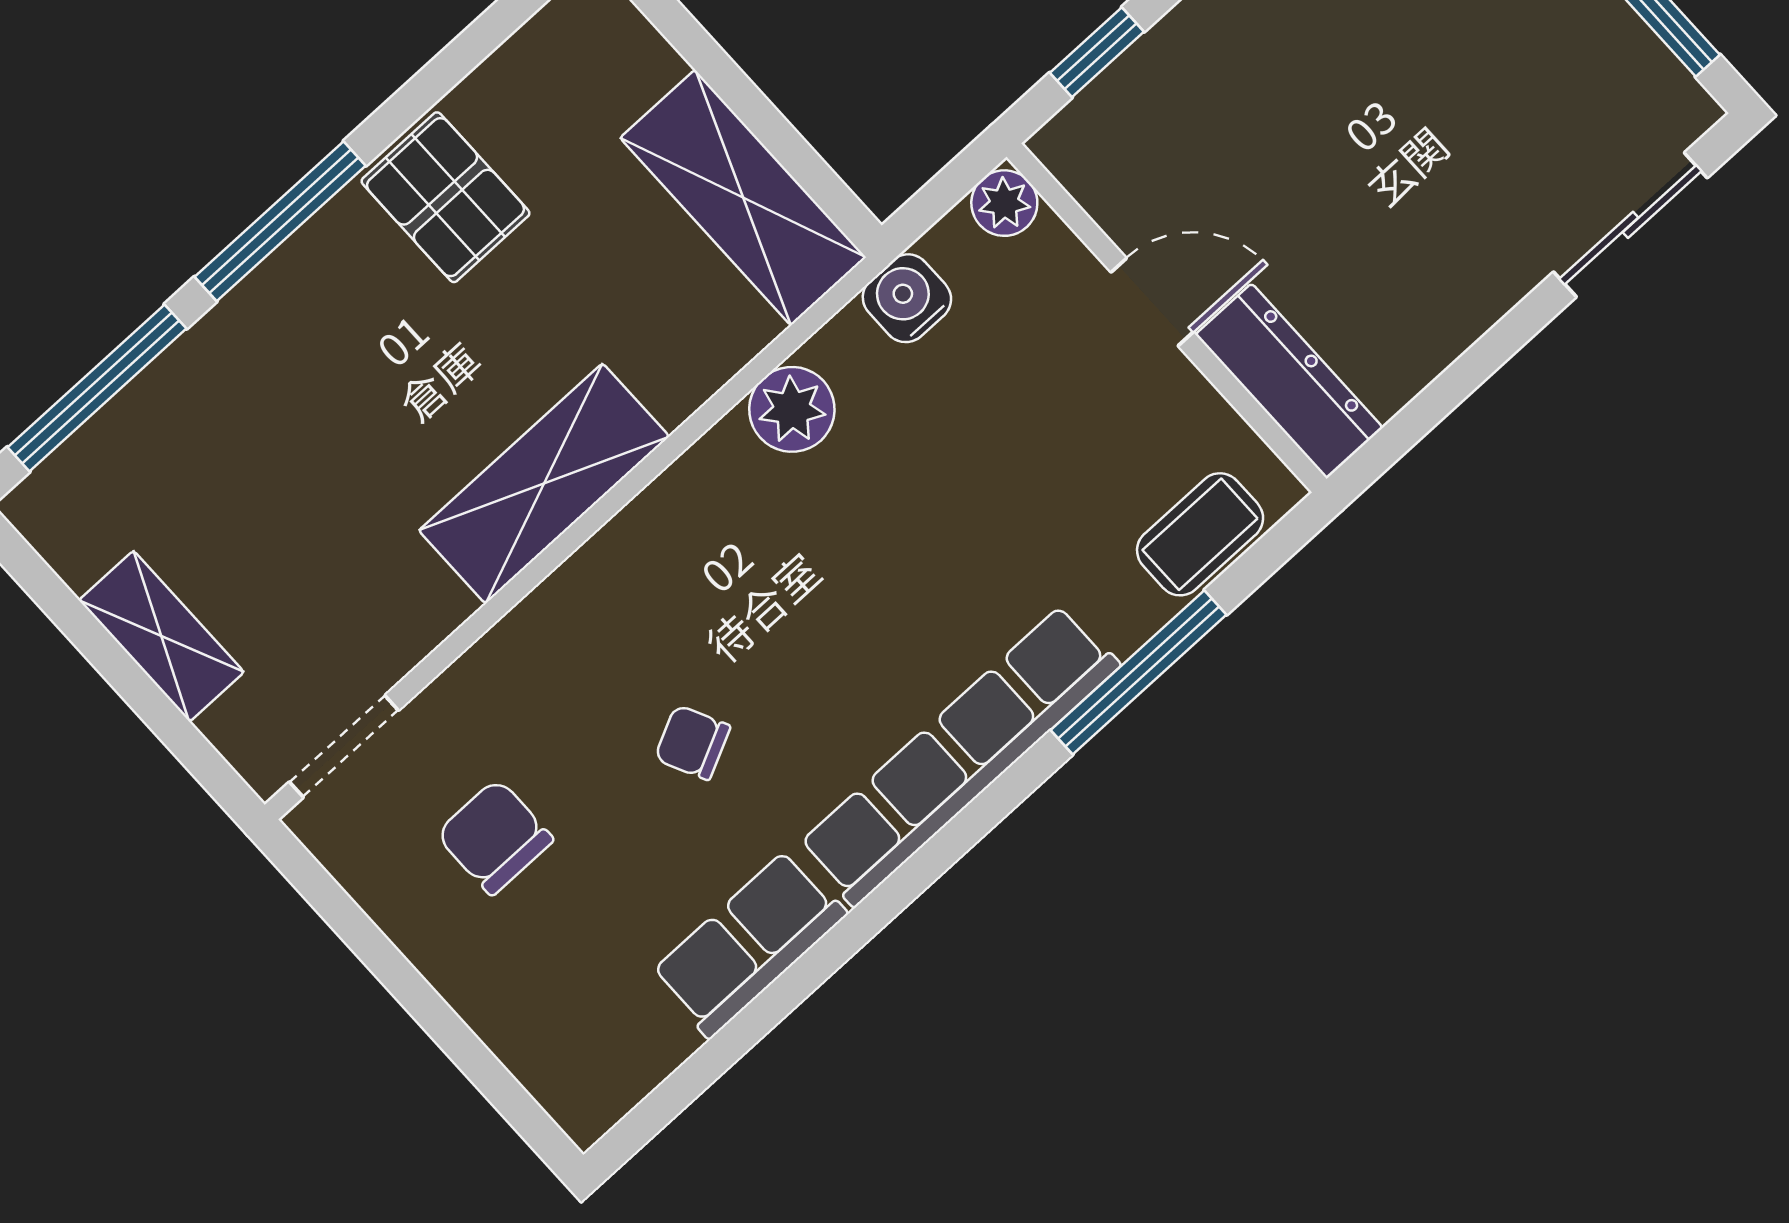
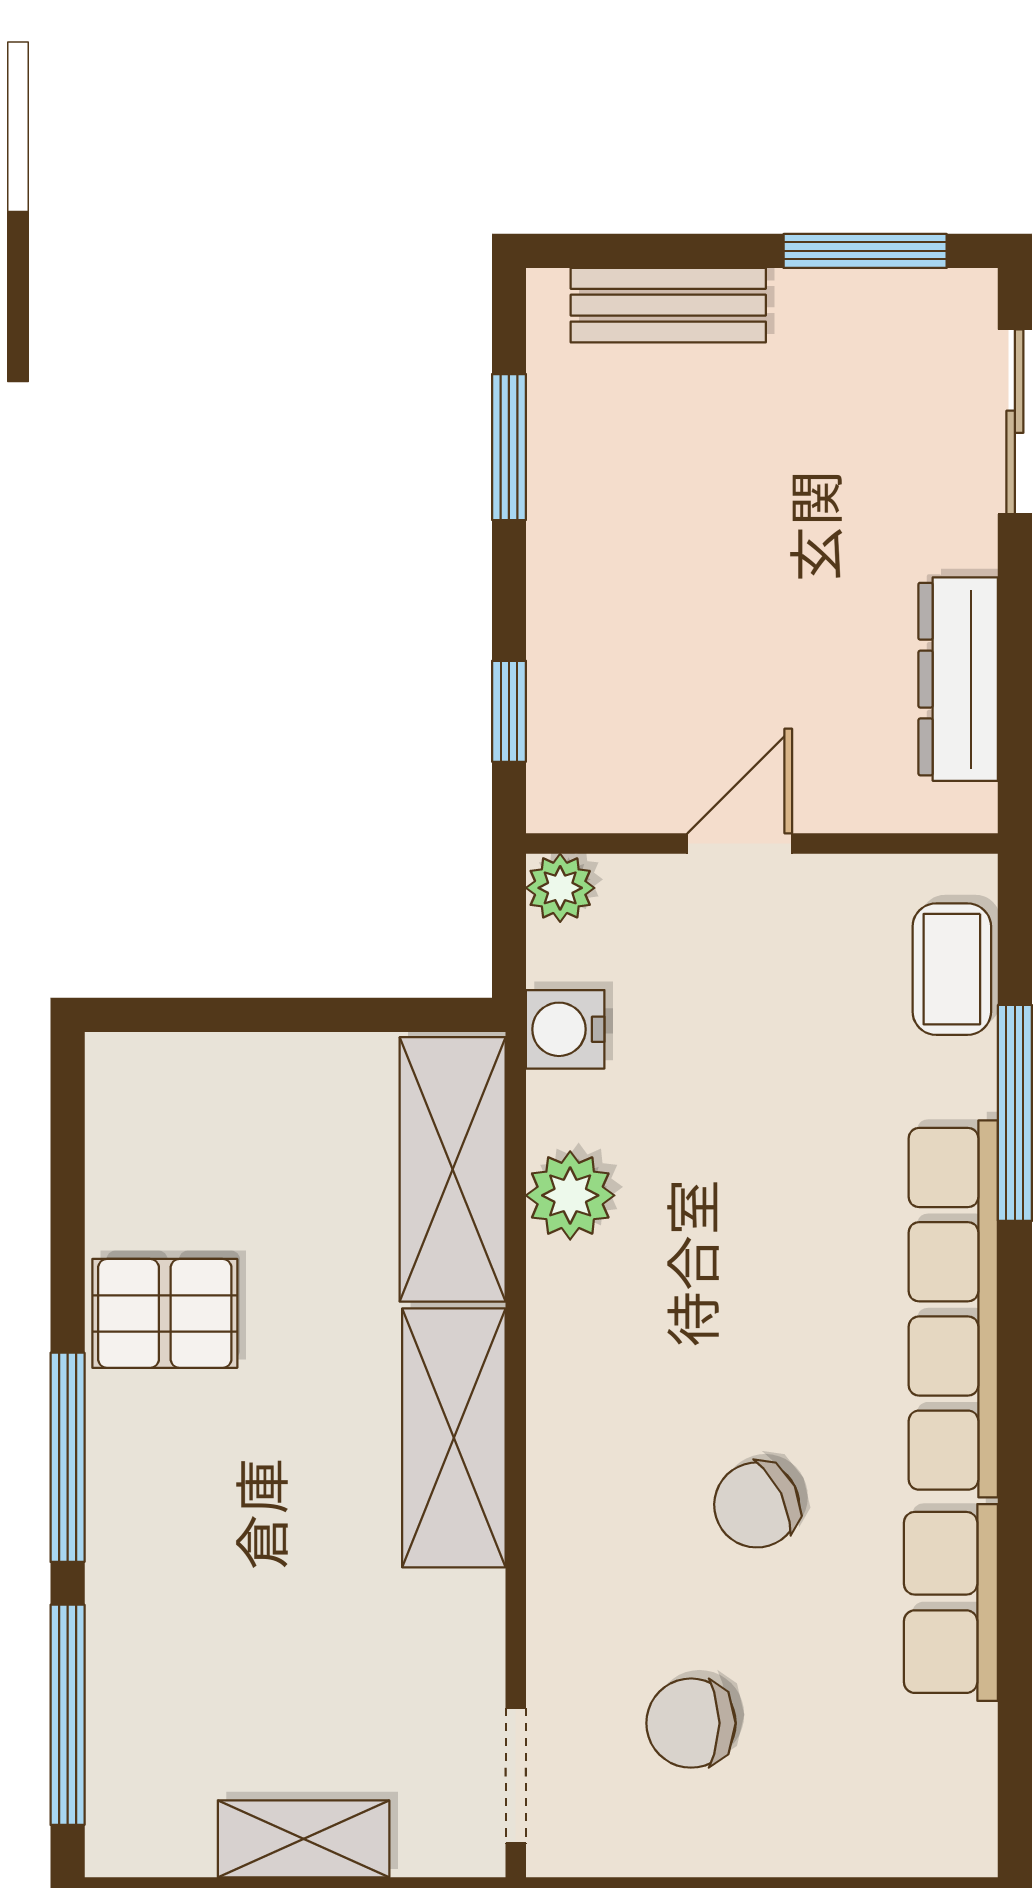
shelving: (743, 198) -> (453, 1169), moved, turned 90
dresser: (1289, 381) -> (958, 679), moved, turned -90
chair: (692, 742) -> (757, 1505), width x1.37, depth x1.37

